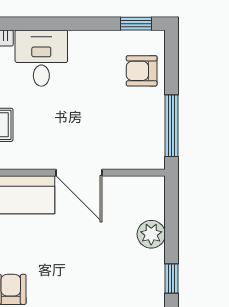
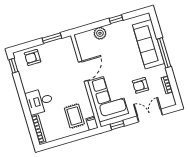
armchair: (142, 71) -> (32, 57), turned 90
window: (171, 126) -> (52, 38), width x0.69

